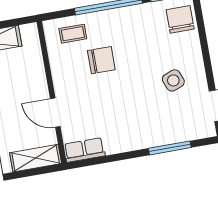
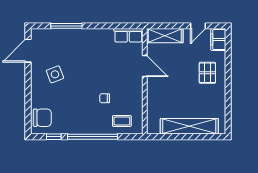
chair: (180, 19) -> (42, 118), turned -90
chair: (101, 60) -> (105, 98), width x0.54, depth x0.54

